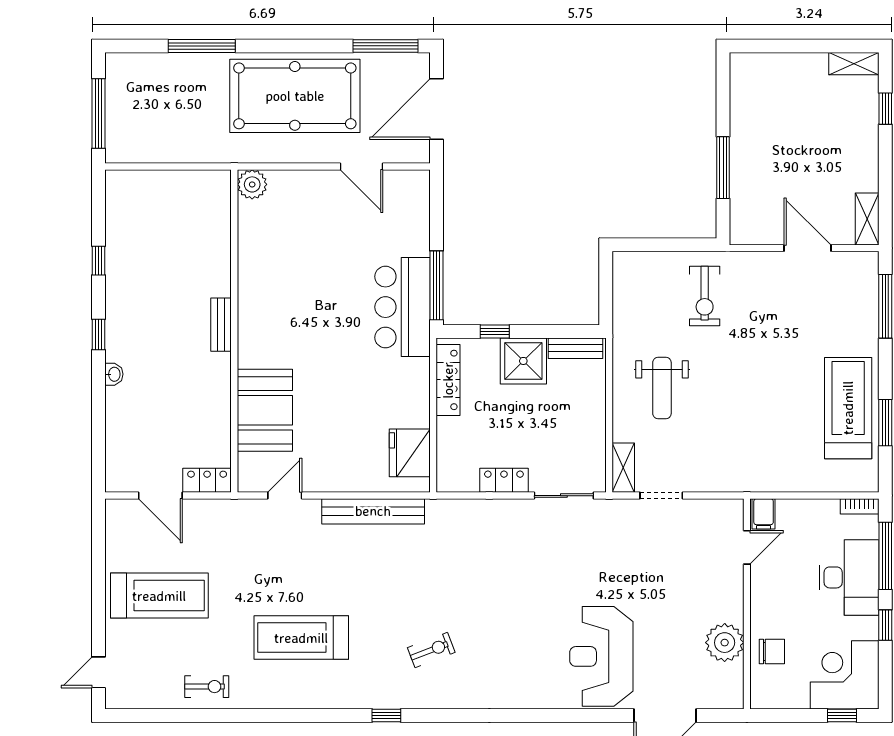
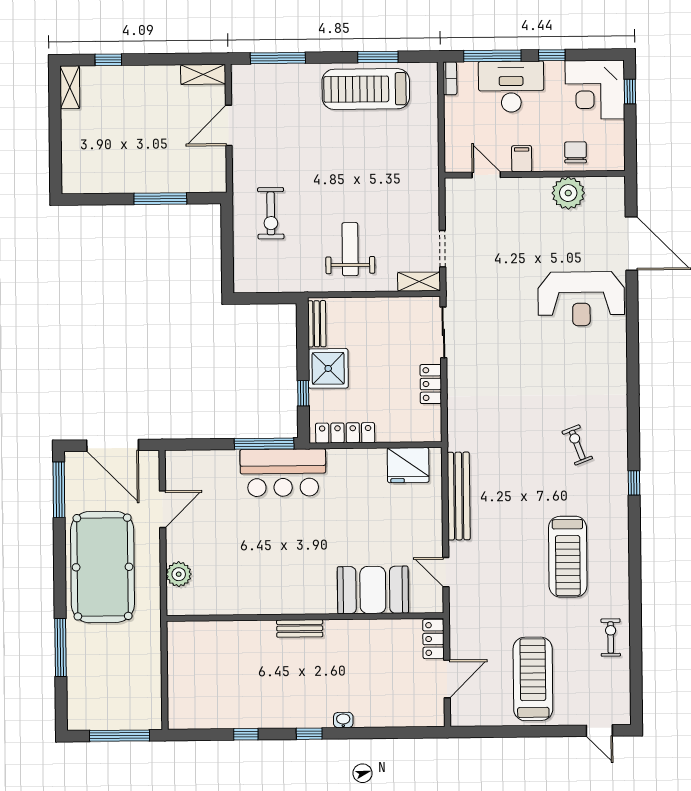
plant: (252, 184) -> (179, 574), moved
exercise bike: (705, 296) -> (271, 213), turned 90
weight bench: (662, 388) -> (350, 249), turned -90
filing cabinet: (764, 514) -> (522, 159), moved, turned -90

